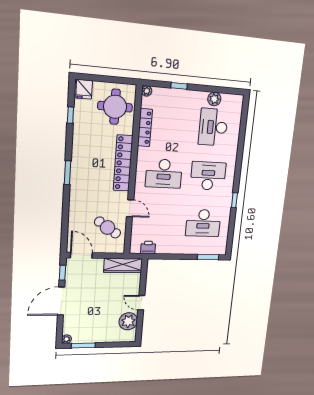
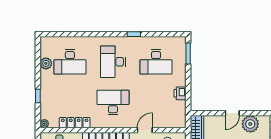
desk: (164, 174) -> (113, 103), turned -90
desk: (203, 223) -> (156, 62), turned 90
printer: (148, 247) -> (180, 93), moved

